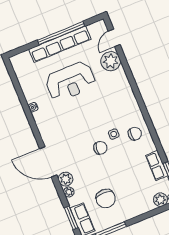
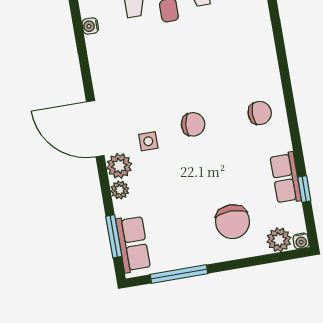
side table: (114, 134) -> (148, 141), moved
chair: (106, 198) -> (232, 222), moved

